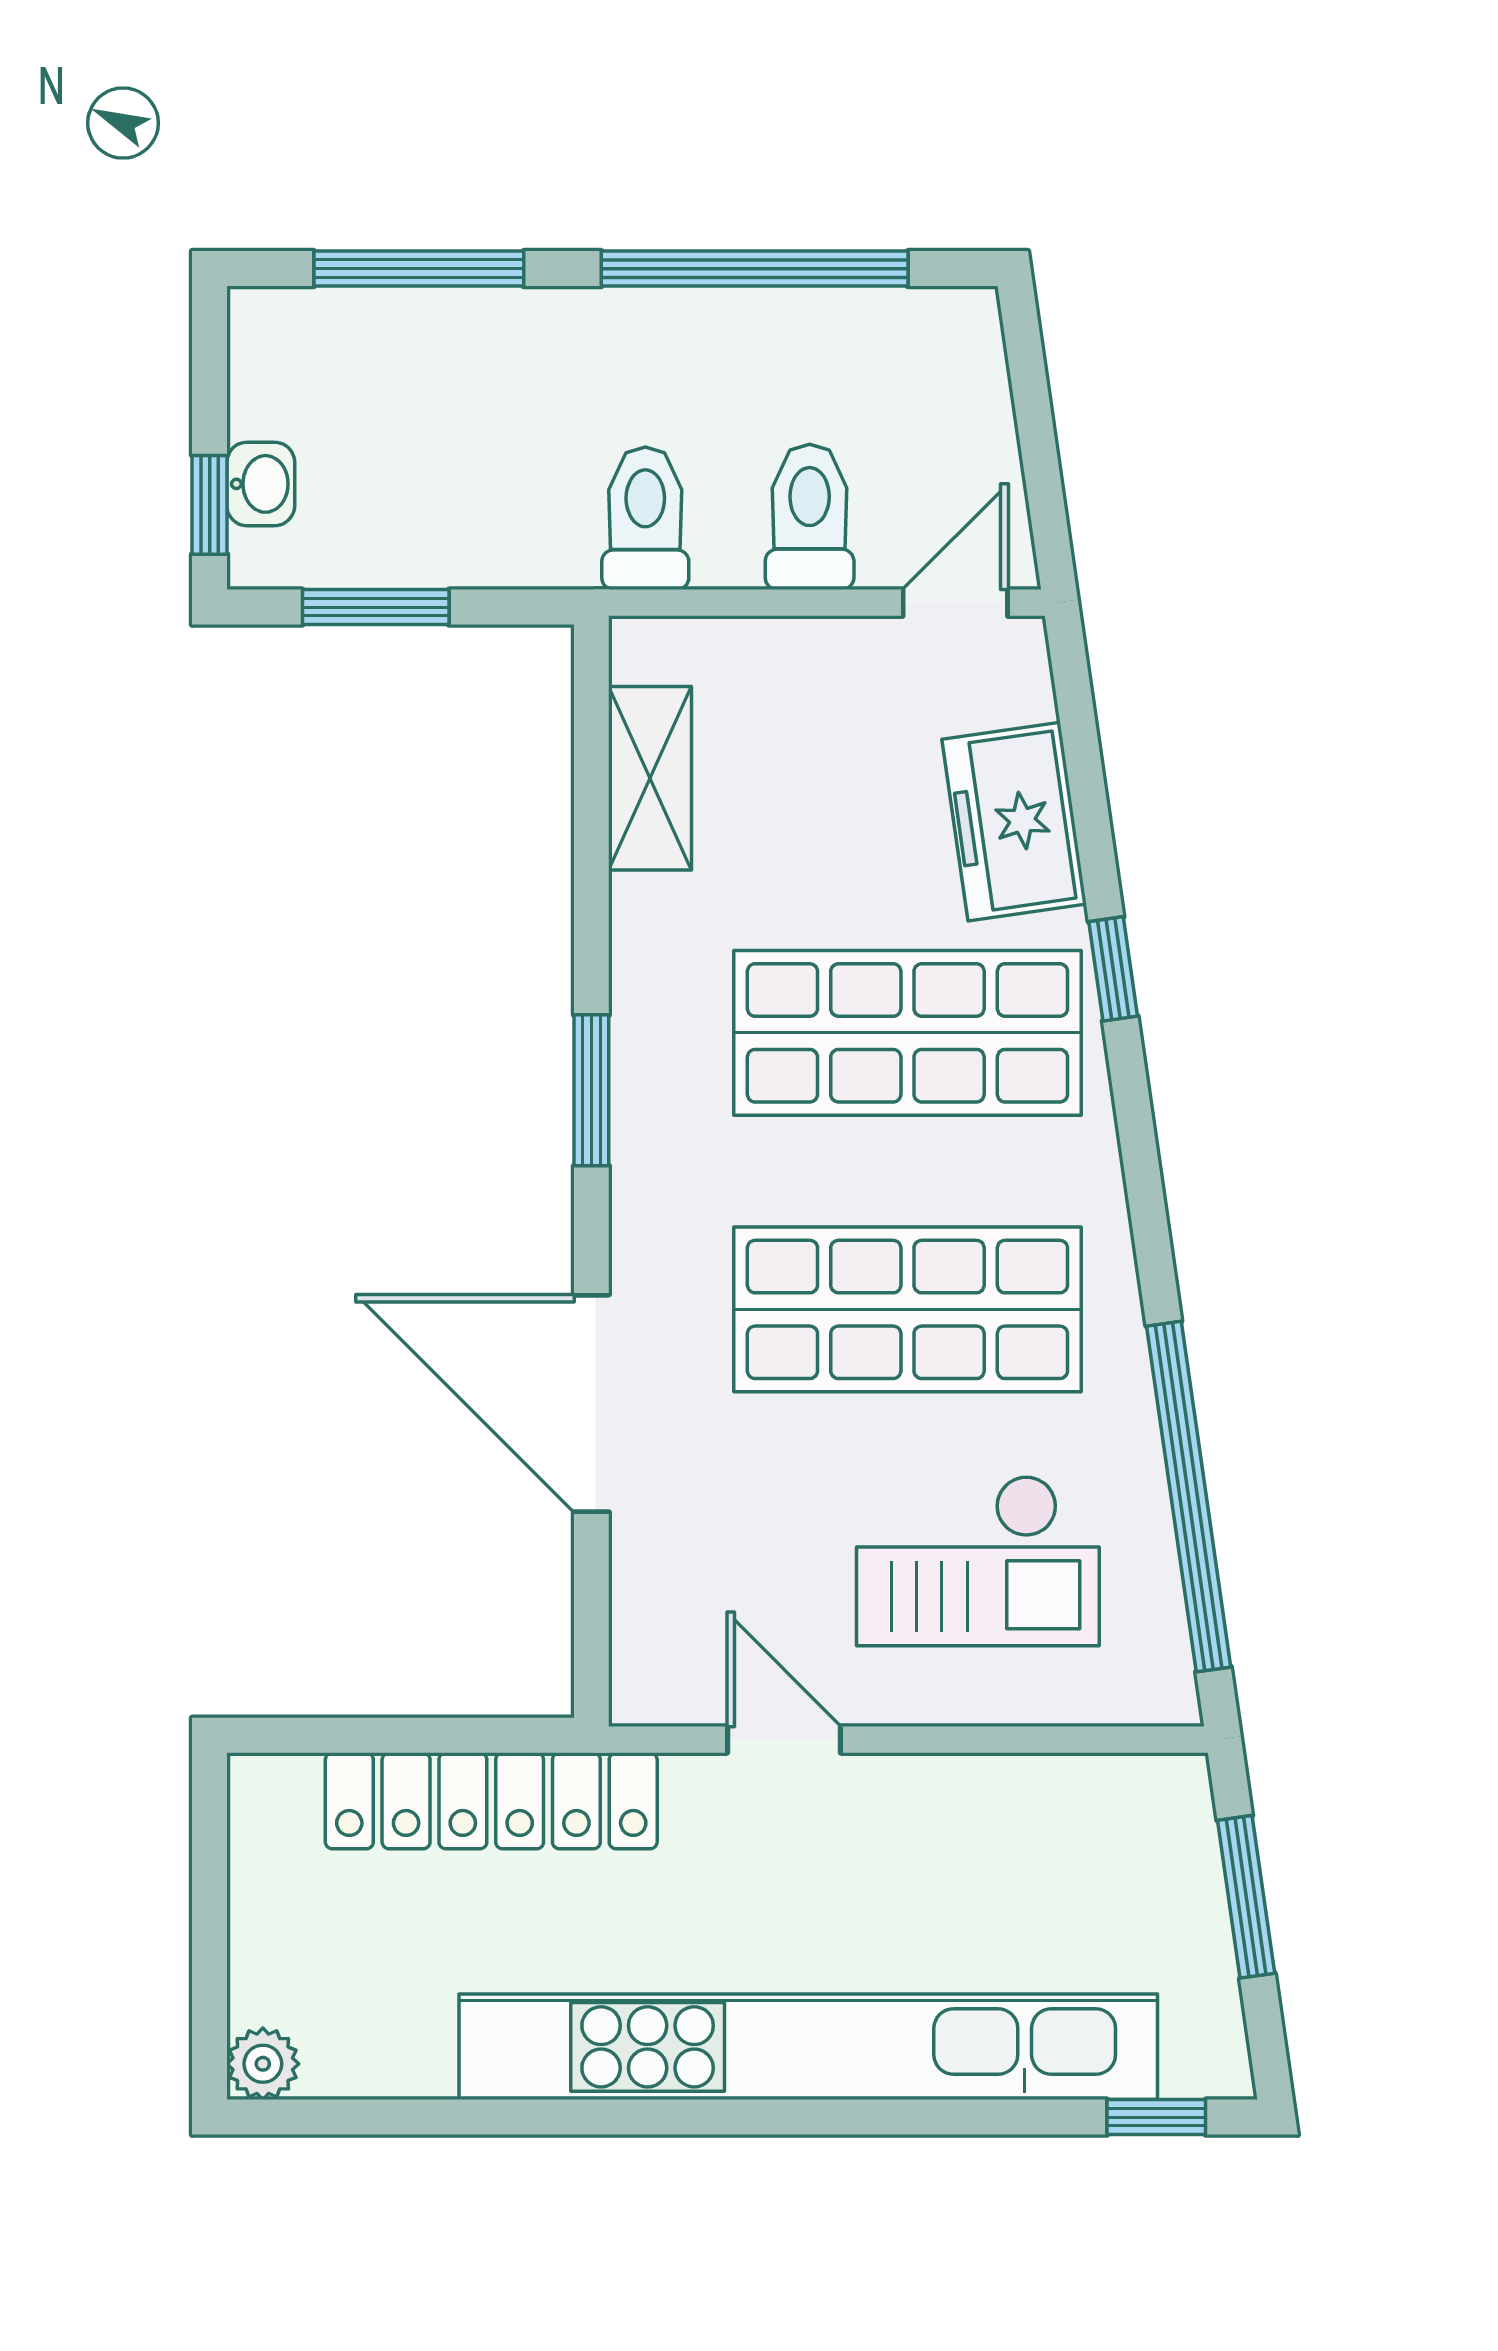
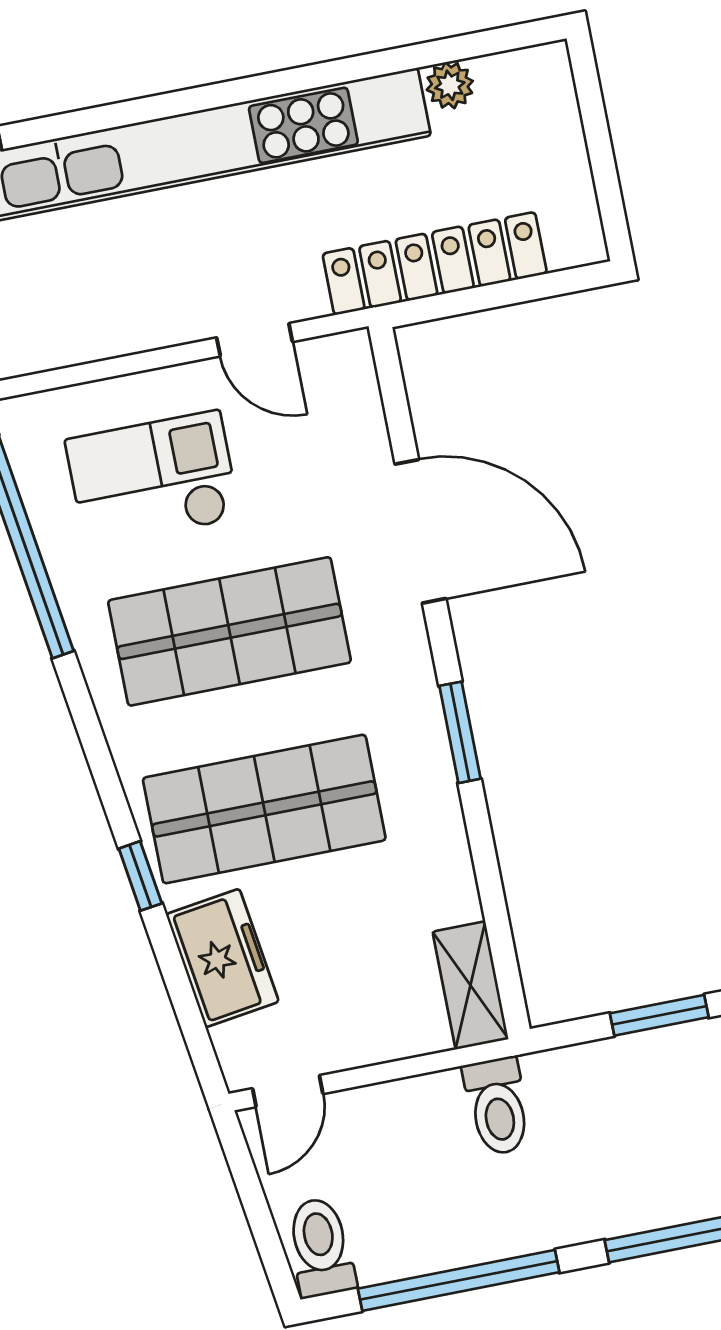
toilet: (810, 517) -> (321, 1247), moved, turned 180
shelving: (650, 778) -> (470, 985), moved
plant: (263, 2064) -> (450, 85), moved

